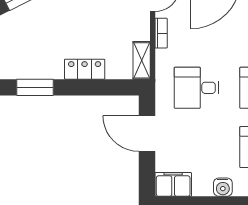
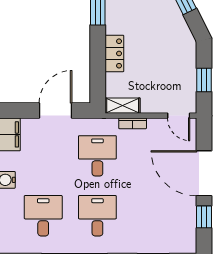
bookcase: (161, 33) -> (133, 123), moved

